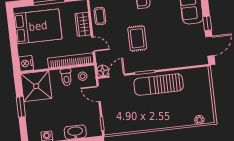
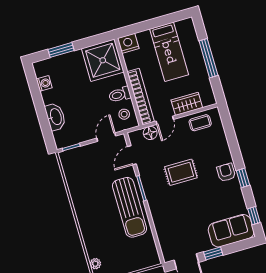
bed: (38, 26) -> (169, 52), width x0.67
floor lamp: (103, 70) -> (150, 133), moved
door: (117, 76) -> (132, 155), swing flipped
sun lounger: (159, 85) -> (130, 207), turned 180
window: (21, 107) -> (61, 50), moved

